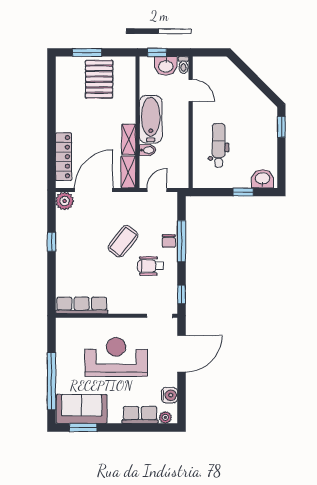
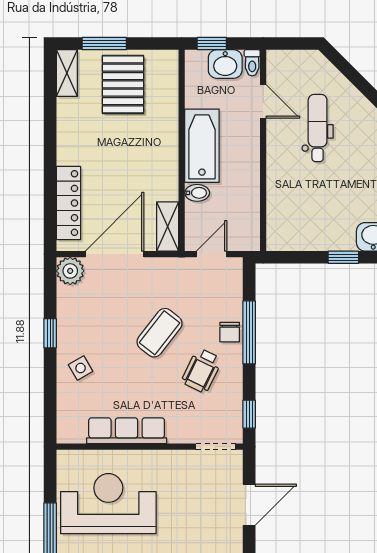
shelving: (129, 139) -> (67, 73), moved
dental chair: (219, 145) -> (318, 128), moved
side table: (71, 264) -> (81, 368), added
wheelchair: (151, 266) -> (202, 370), turned -64
row of seats: (82, 305) -> (127, 431), moved
door: (181, 354) -> (249, 505), width x0.73
reception desk: (116, 357) -> (108, 504), moved

